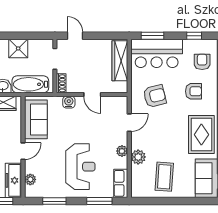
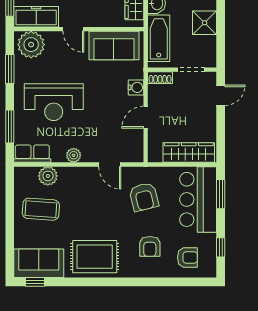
plant: (138, 157) -> (48, 176), moved
plant: (30, 179) -> (31, 45), width x1.88, depth x1.88

